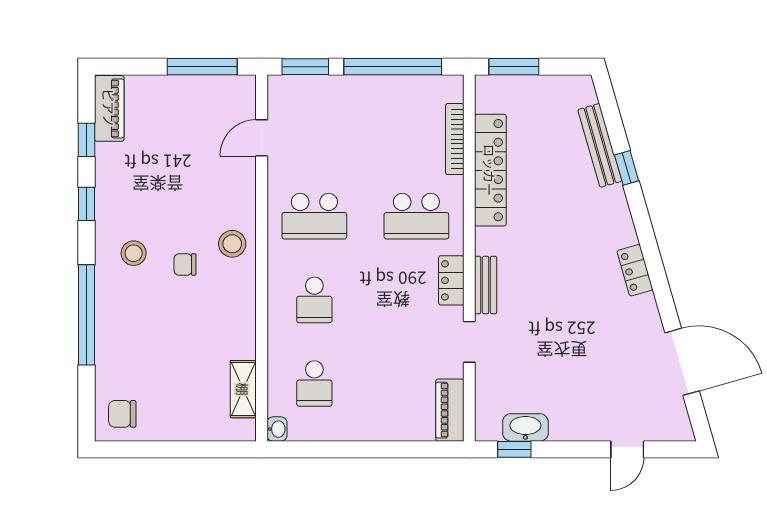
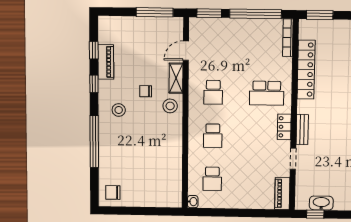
piano: (109, 108) -> (106, 62), moved
bookcase: (455, 139) -> (288, 38), moved
school desk: (314, 216) -> (213, 92), width x0.54
chair: (185, 264) -> (146, 91), moved
shelving: (243, 389) -> (176, 78), moved

